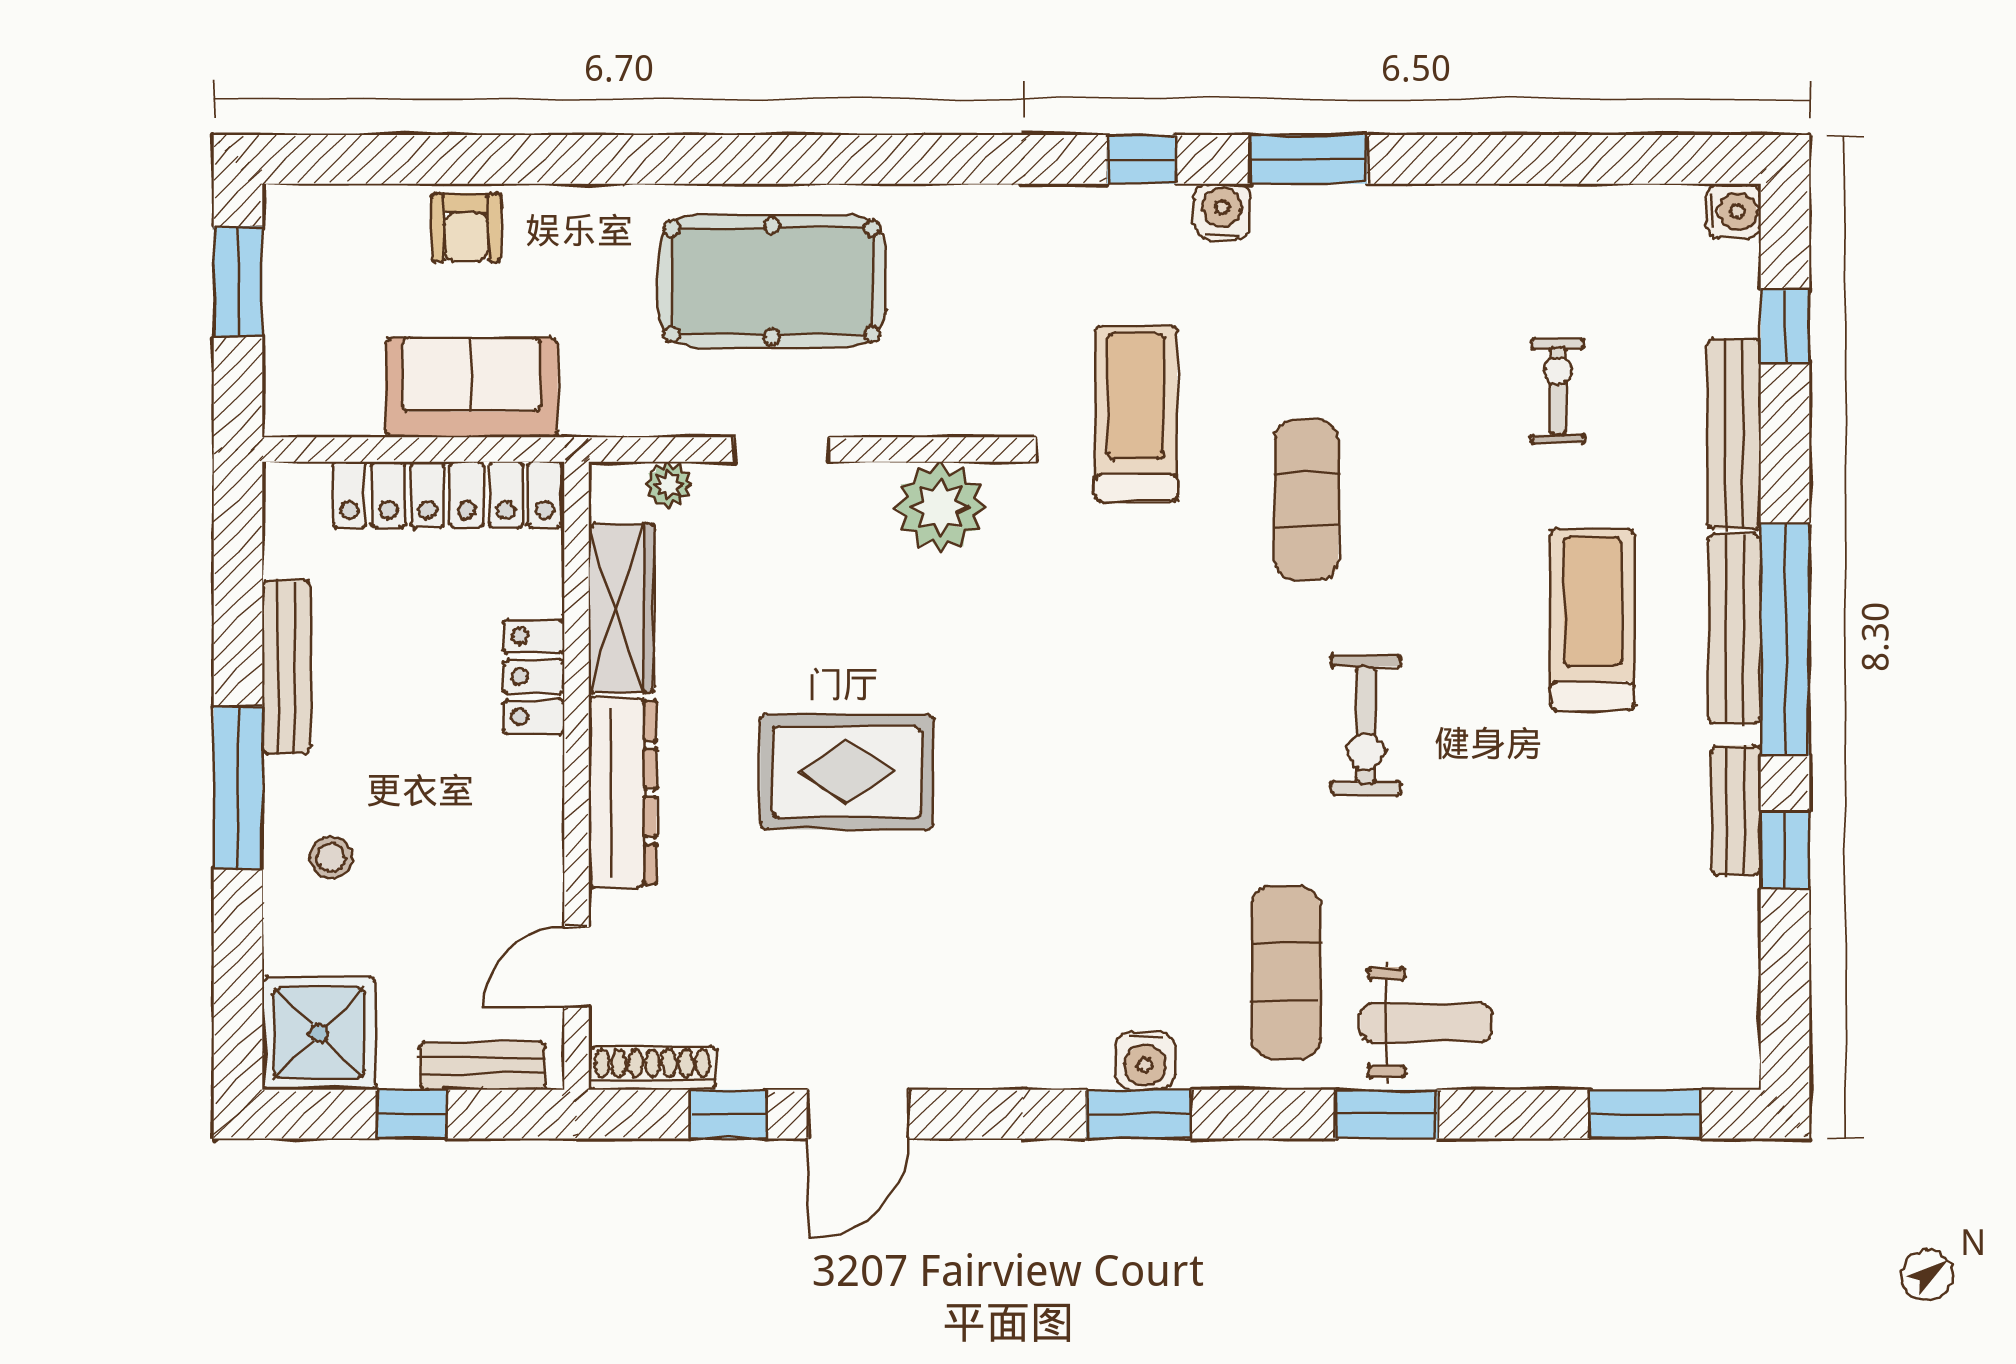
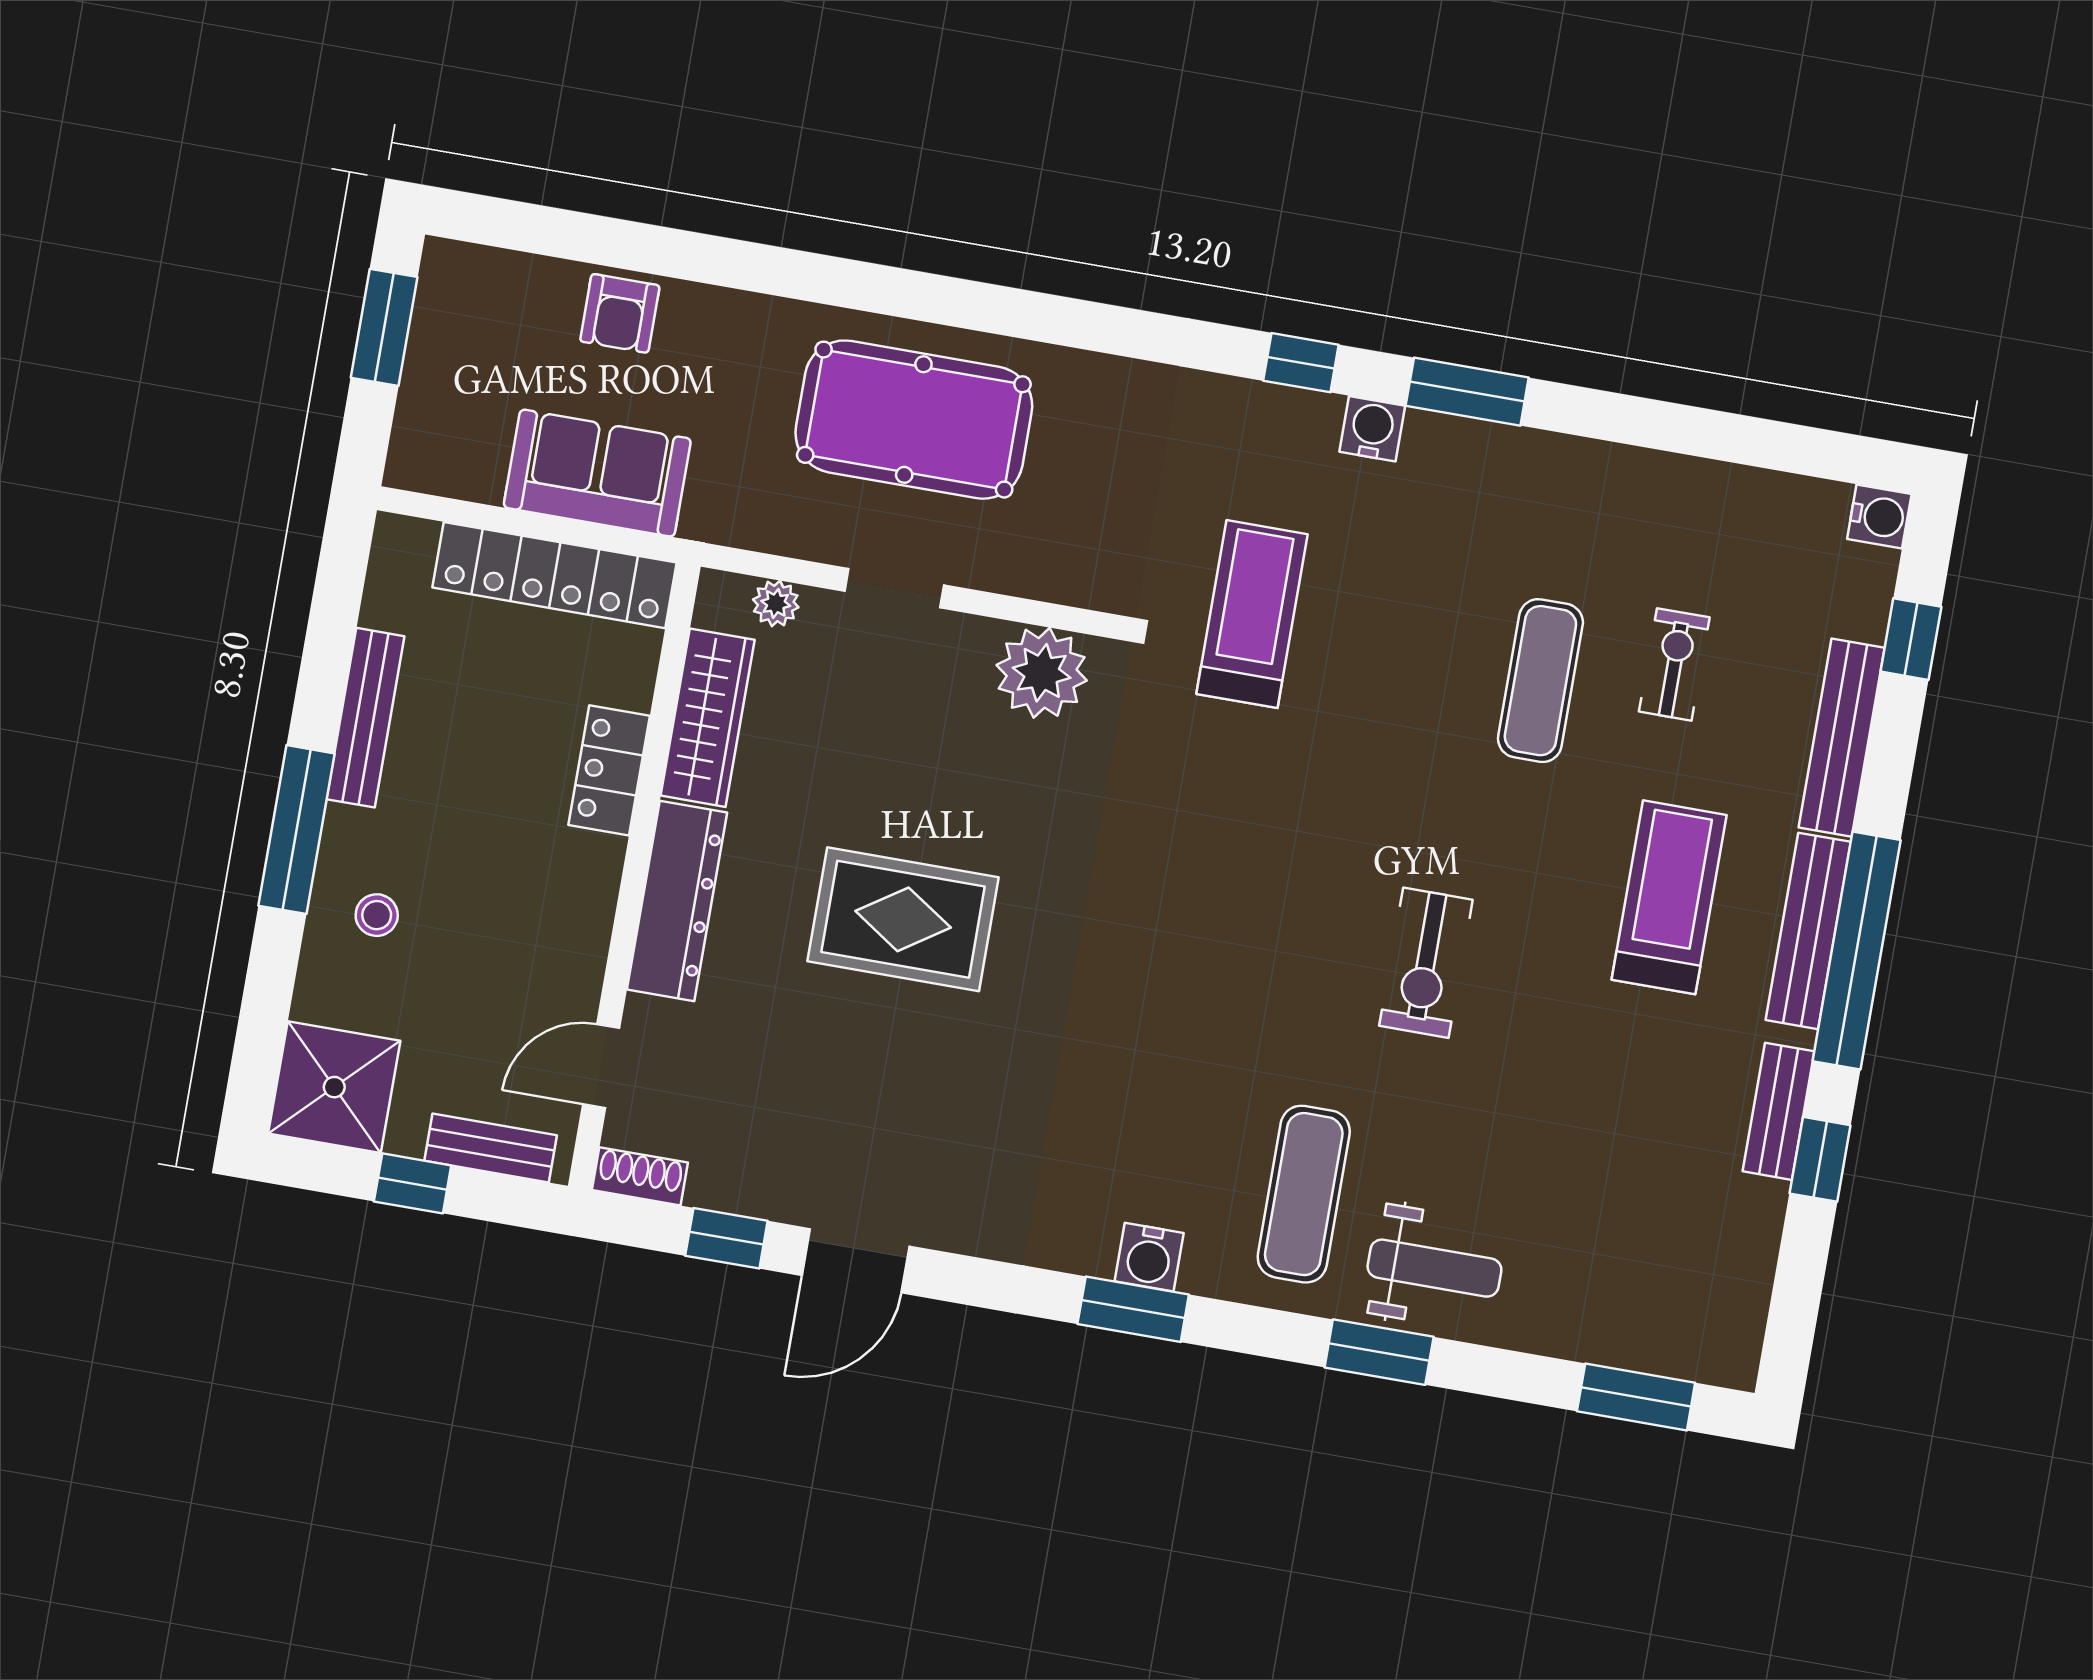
exercise mat: (1306, 500) -> (1540, 681), moved
shoe rack: (652, 1068) -> (640, 1176), width x0.70

